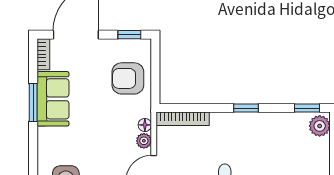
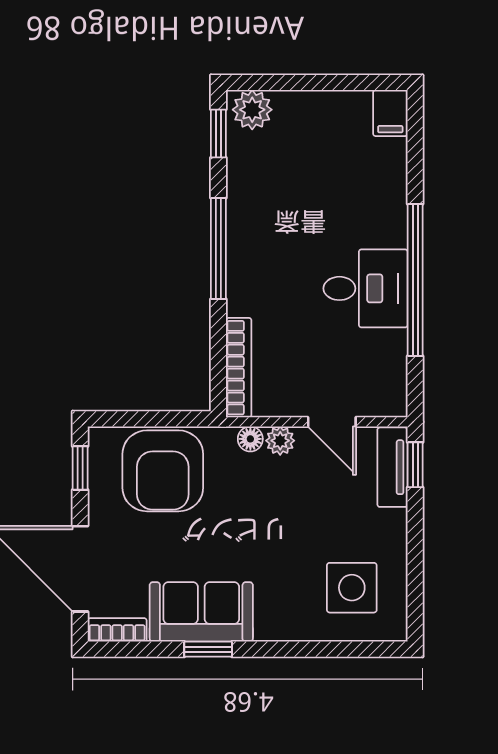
armchair: (128, 78) -> (163, 471), width x1.36, depth x1.36
window: (33, 103) -> (208, 649), width x0.67
window: (246, 108) -> (218, 249), width x2.17

